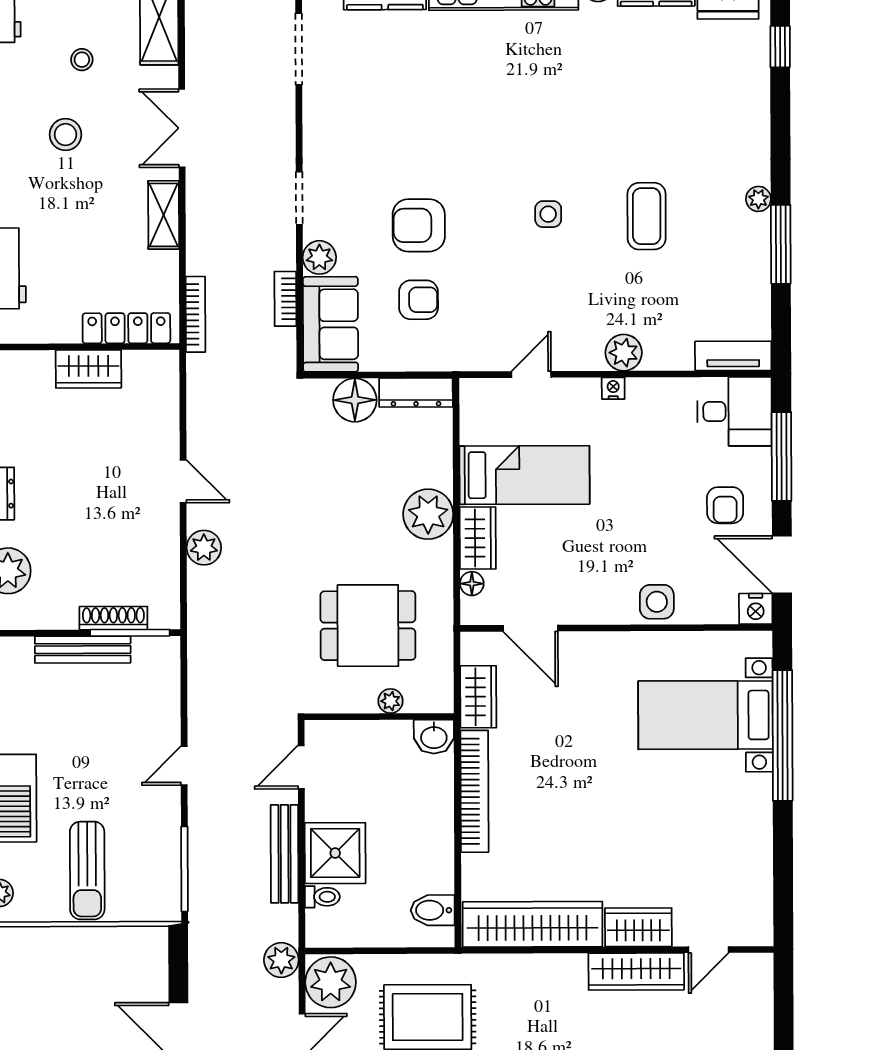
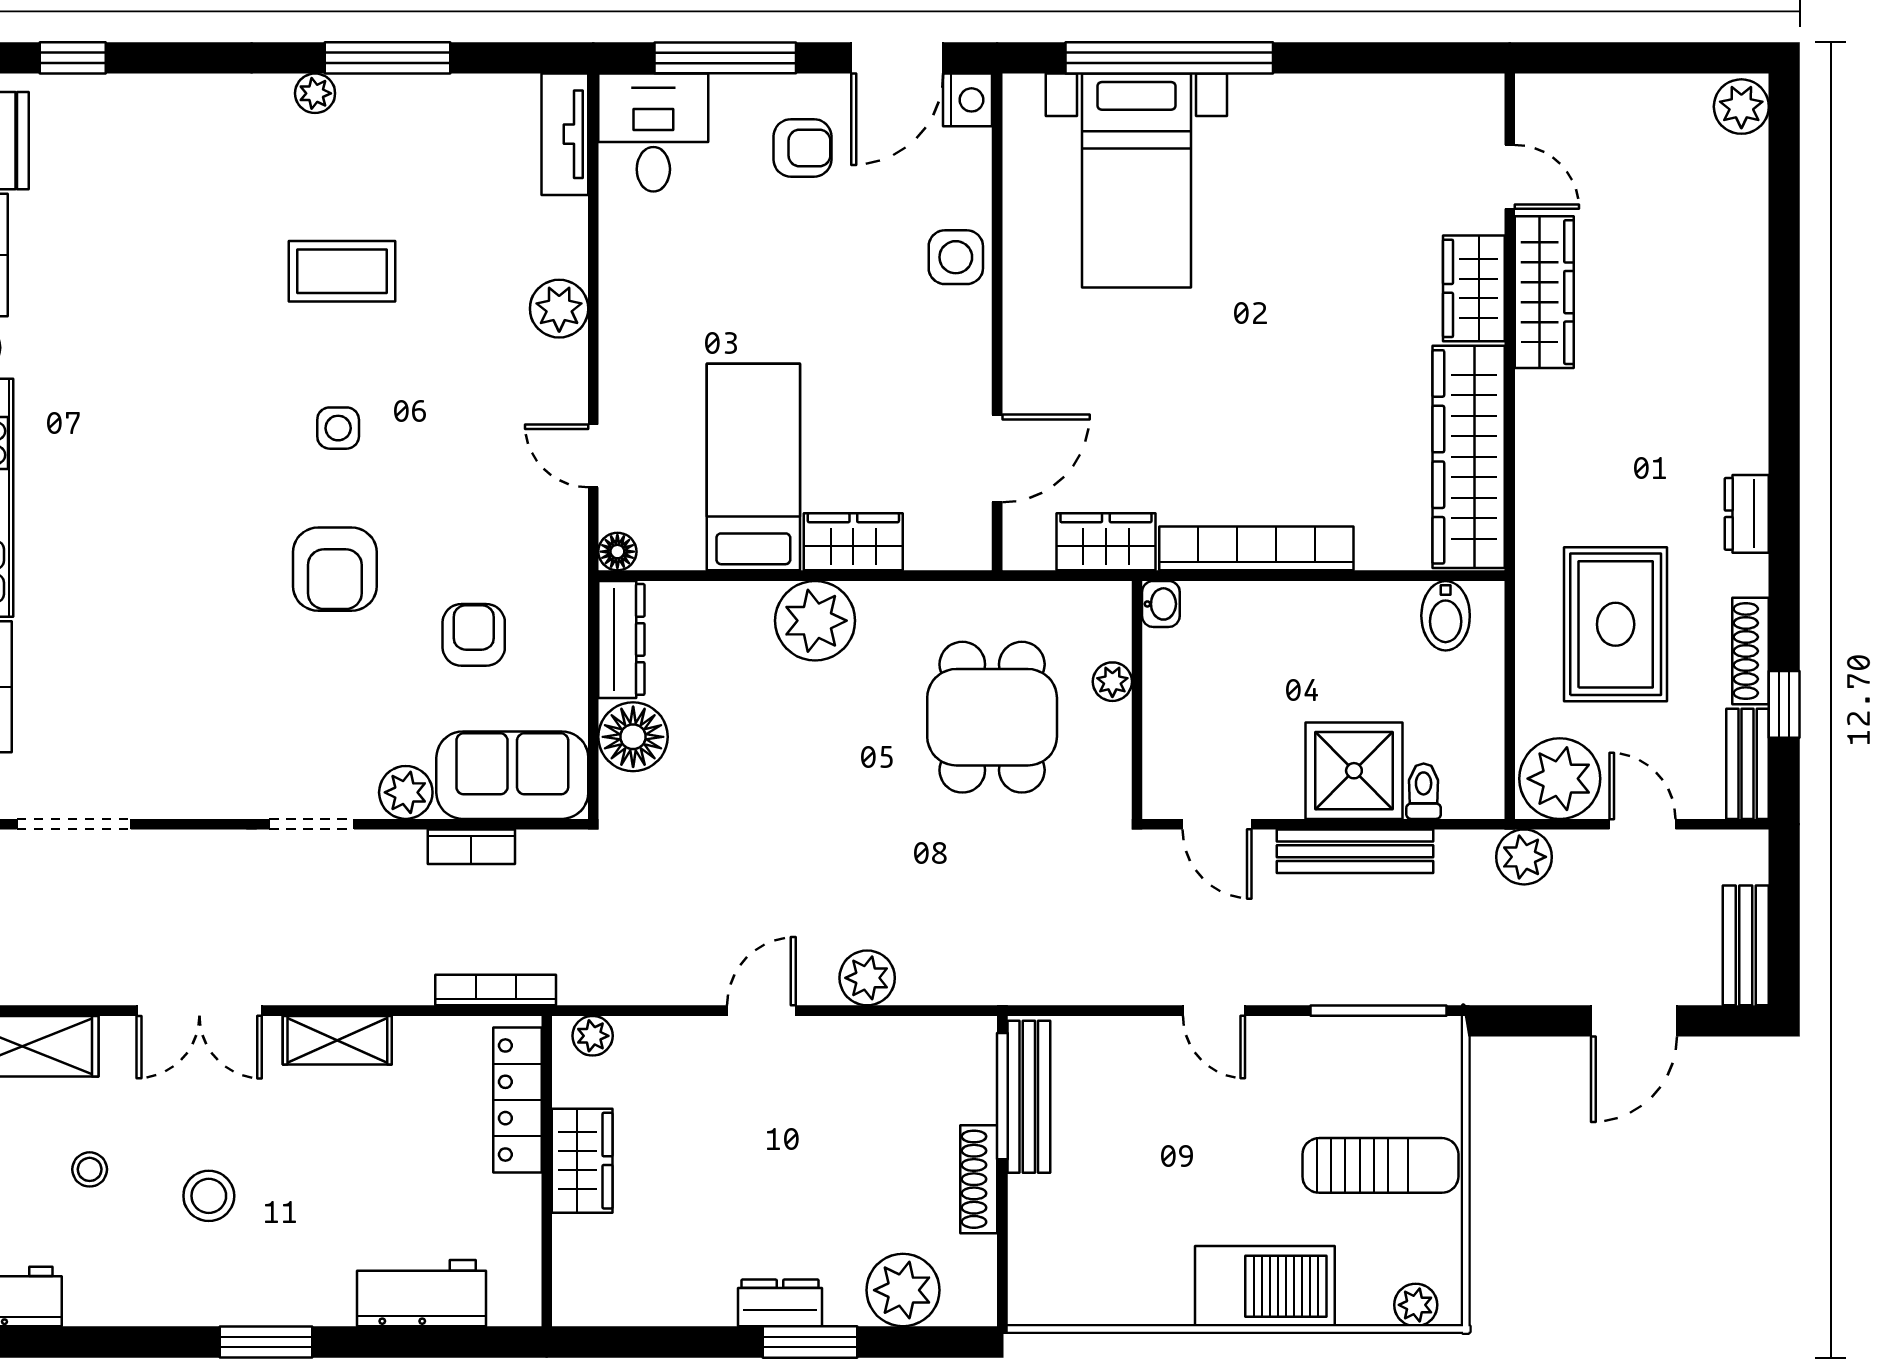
armchair: (419, 225) -> (335, 569), moved
plant: (167, 375) -> (593, 1036), added
nightstand: (613, 388) -> (616, 325), removed
floor lamp: (472, 584) -> (617, 552), moved
shoe rack: (113, 618) -> (979, 1179), moved
bench: (83, 650) -> (1029, 1097), moved
washbasin: (434, 737) -> (1161, 604), width x0.72, depth x0.69

